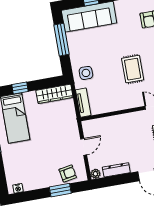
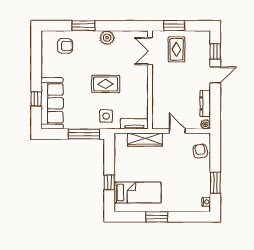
window: (61, 40) -> (84, 134), moved
rug: (133, 69) -> (106, 84), moved
wardrobe: (54, 94) -> (145, 140), moved, turned 90
window: (60, 190) -> (215, 183), moved

